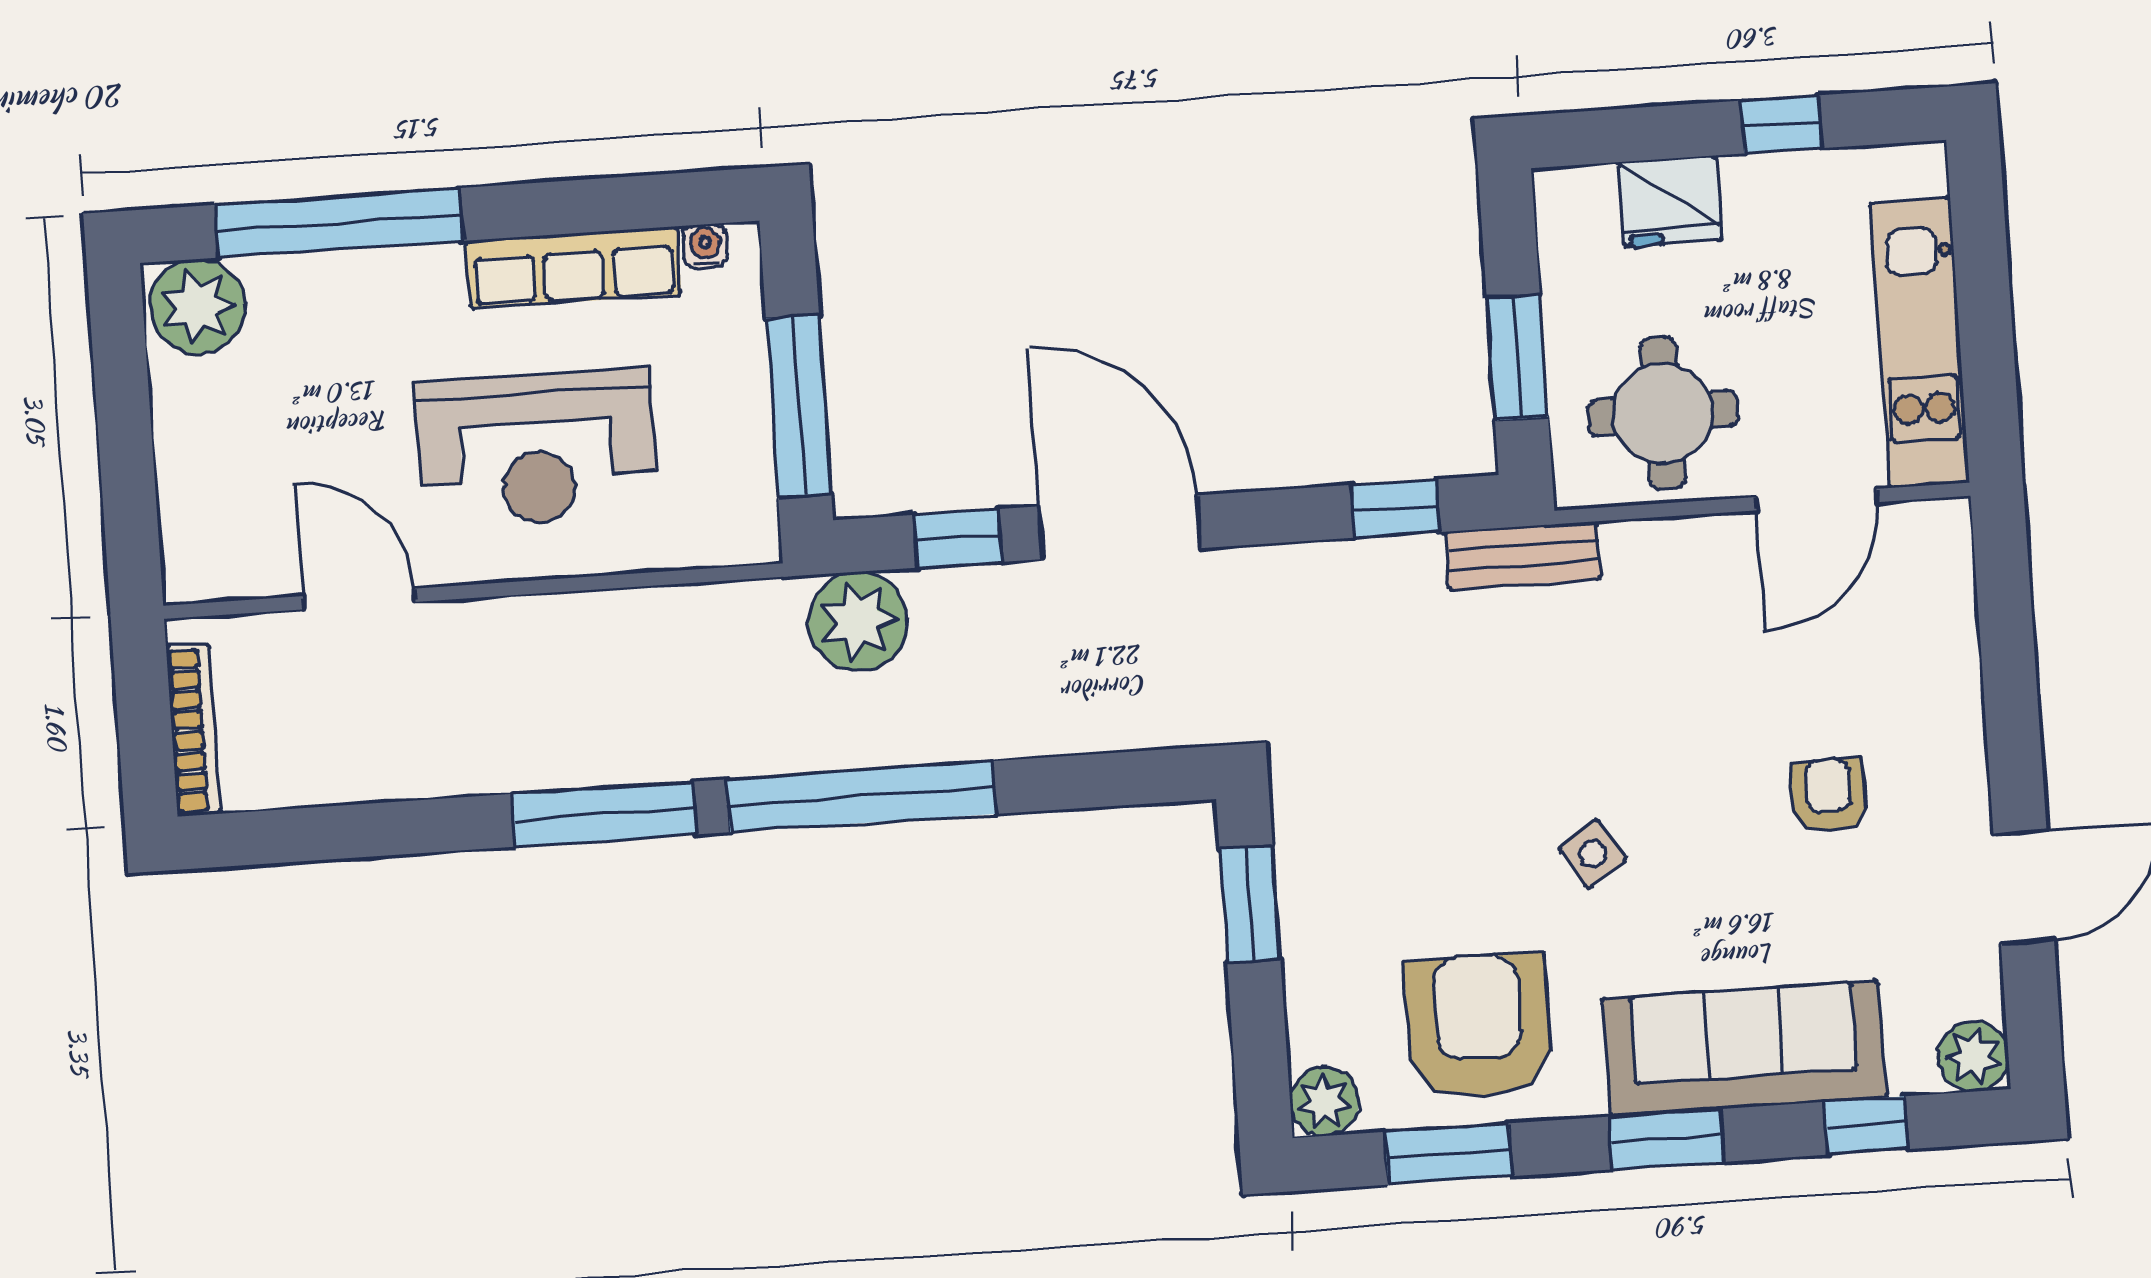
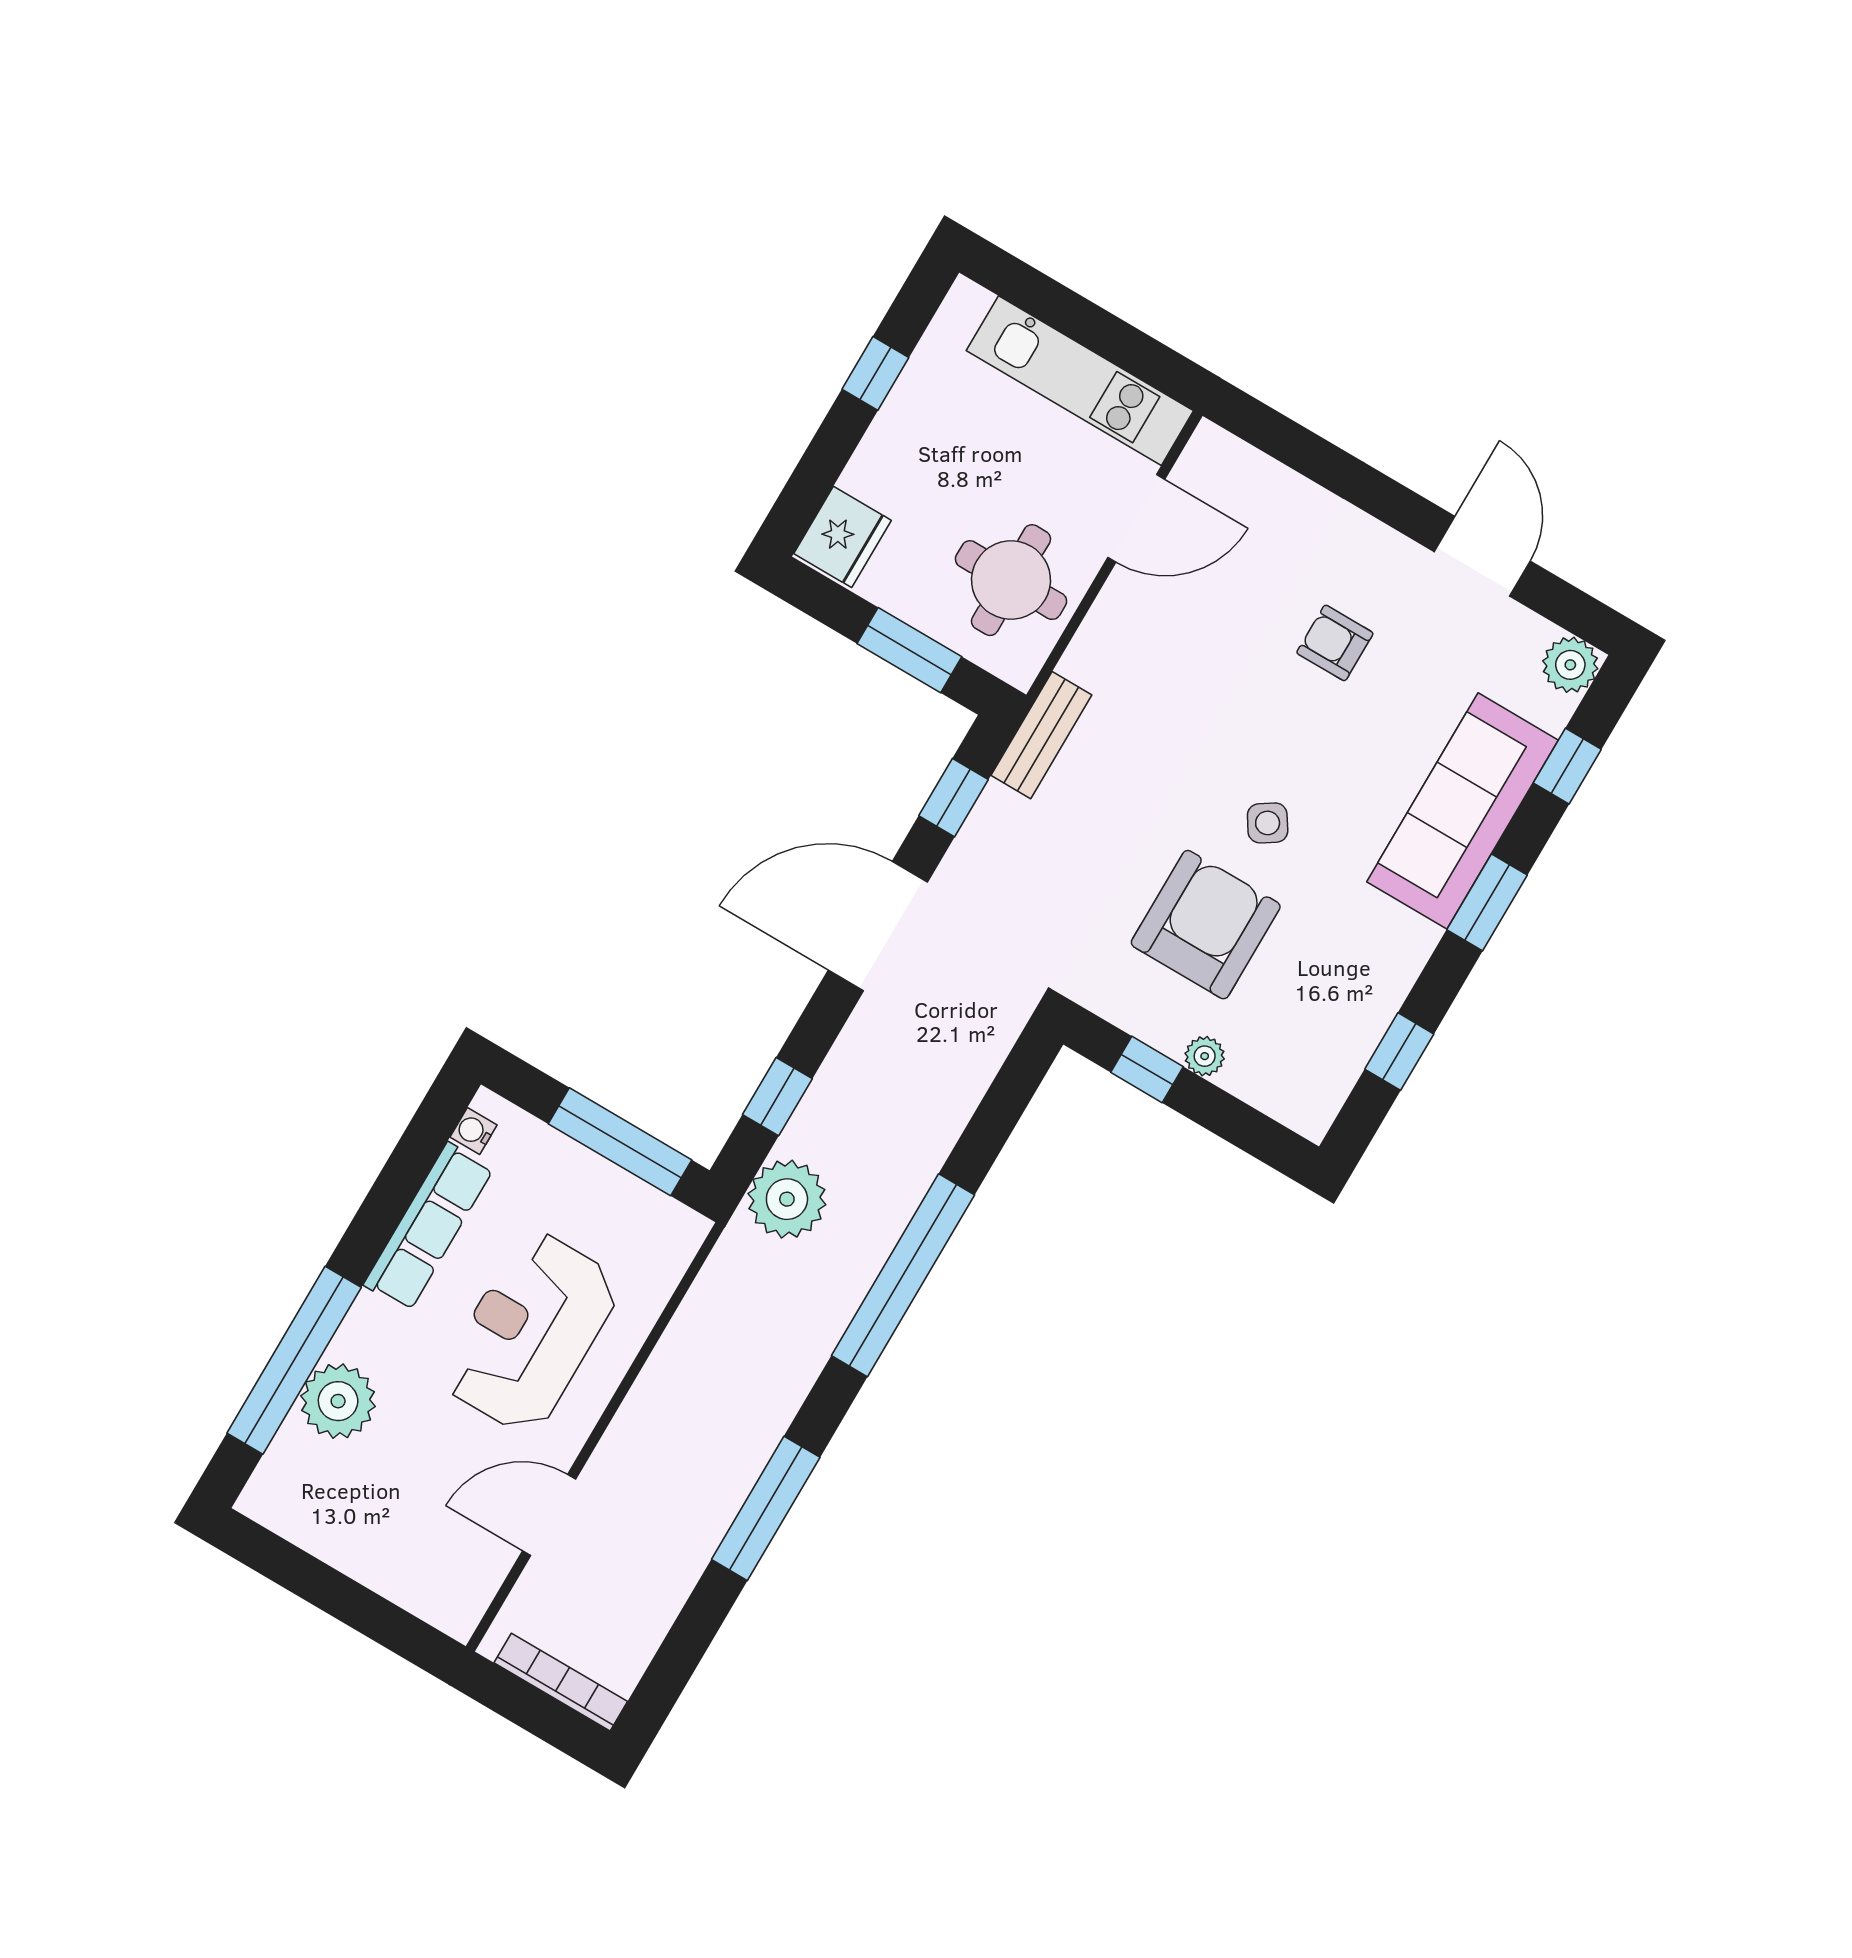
fridge: (1670, 201) -> (843, 537), moved
plant: (197, 307) -> (338, 1401), moved
reception desk: (536, 449) -> (530, 1332), turned 180
door: (1816, 500) -> (1136, 518), hinge flipped
door: (1120, 527) -> (878, 926), moved
window: (604, 814) -> (766, 1508), moved
window: (1250, 904) -> (1147, 1069), width x0.67
armchair: (1478, 1026) -> (1206, 925), moved, turned 90
plant: (1324, 1101) -> (1205, 1056), moved, width x0.73, depth x0.73
window: (1449, 1154) -> (1399, 1052), width x0.67

